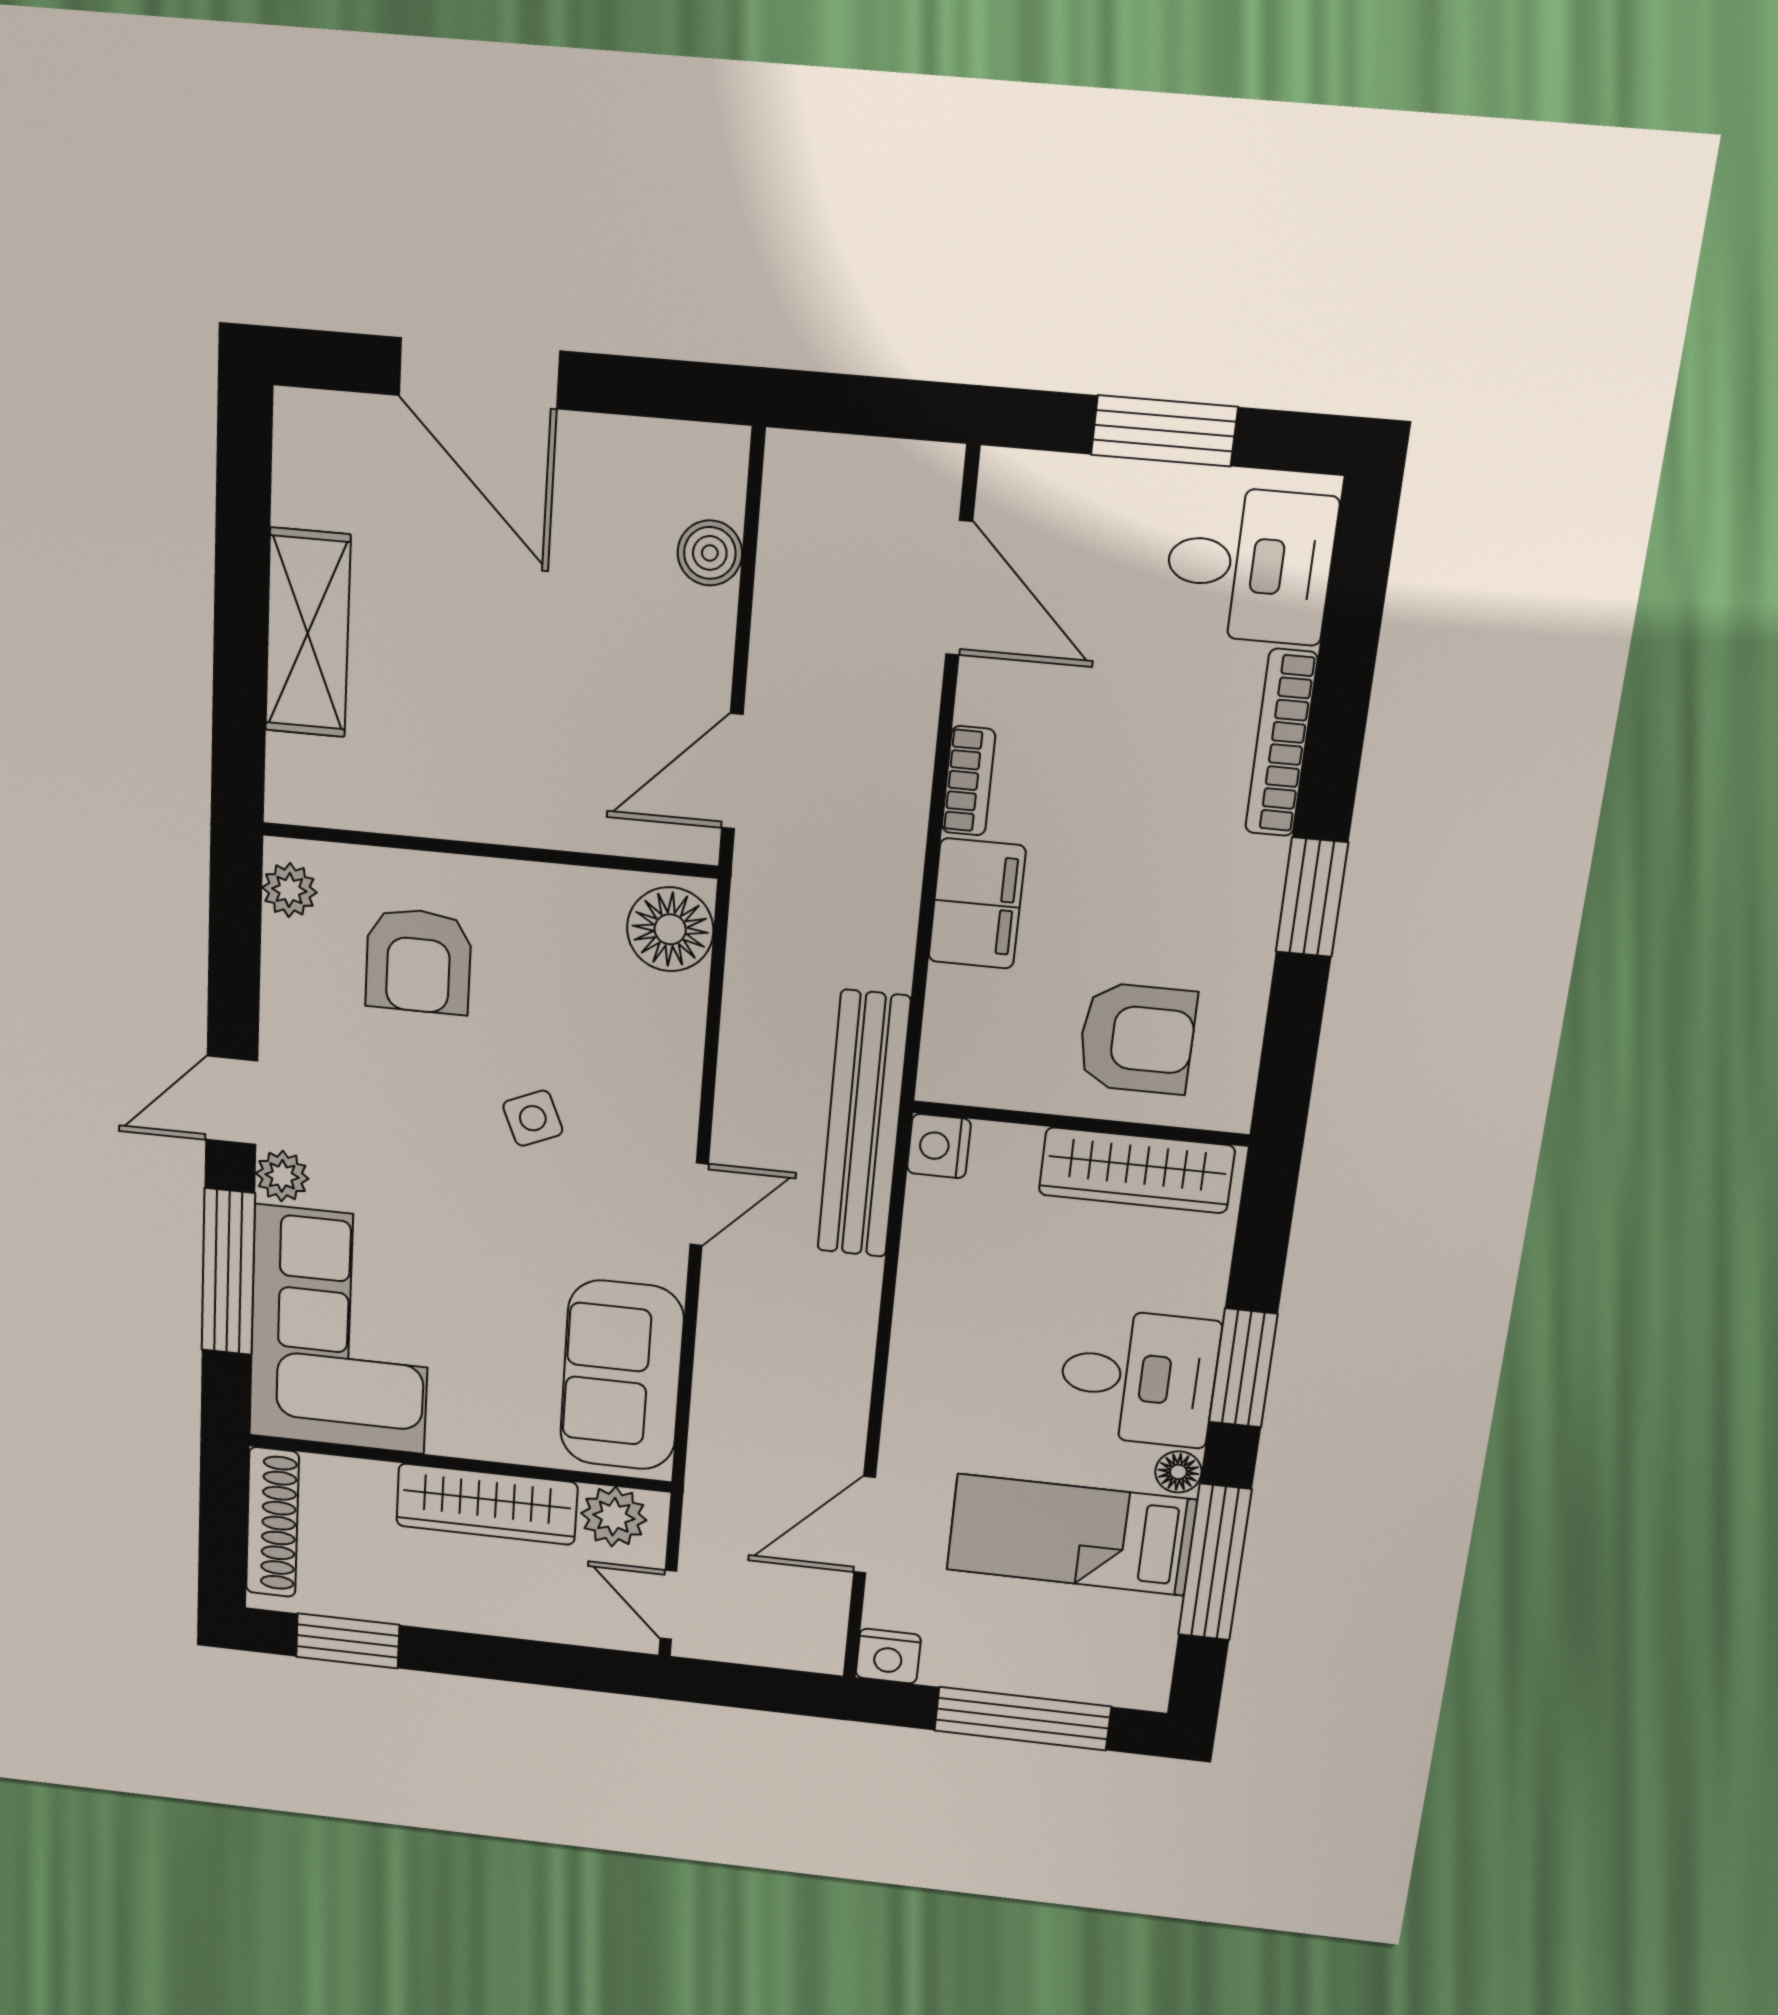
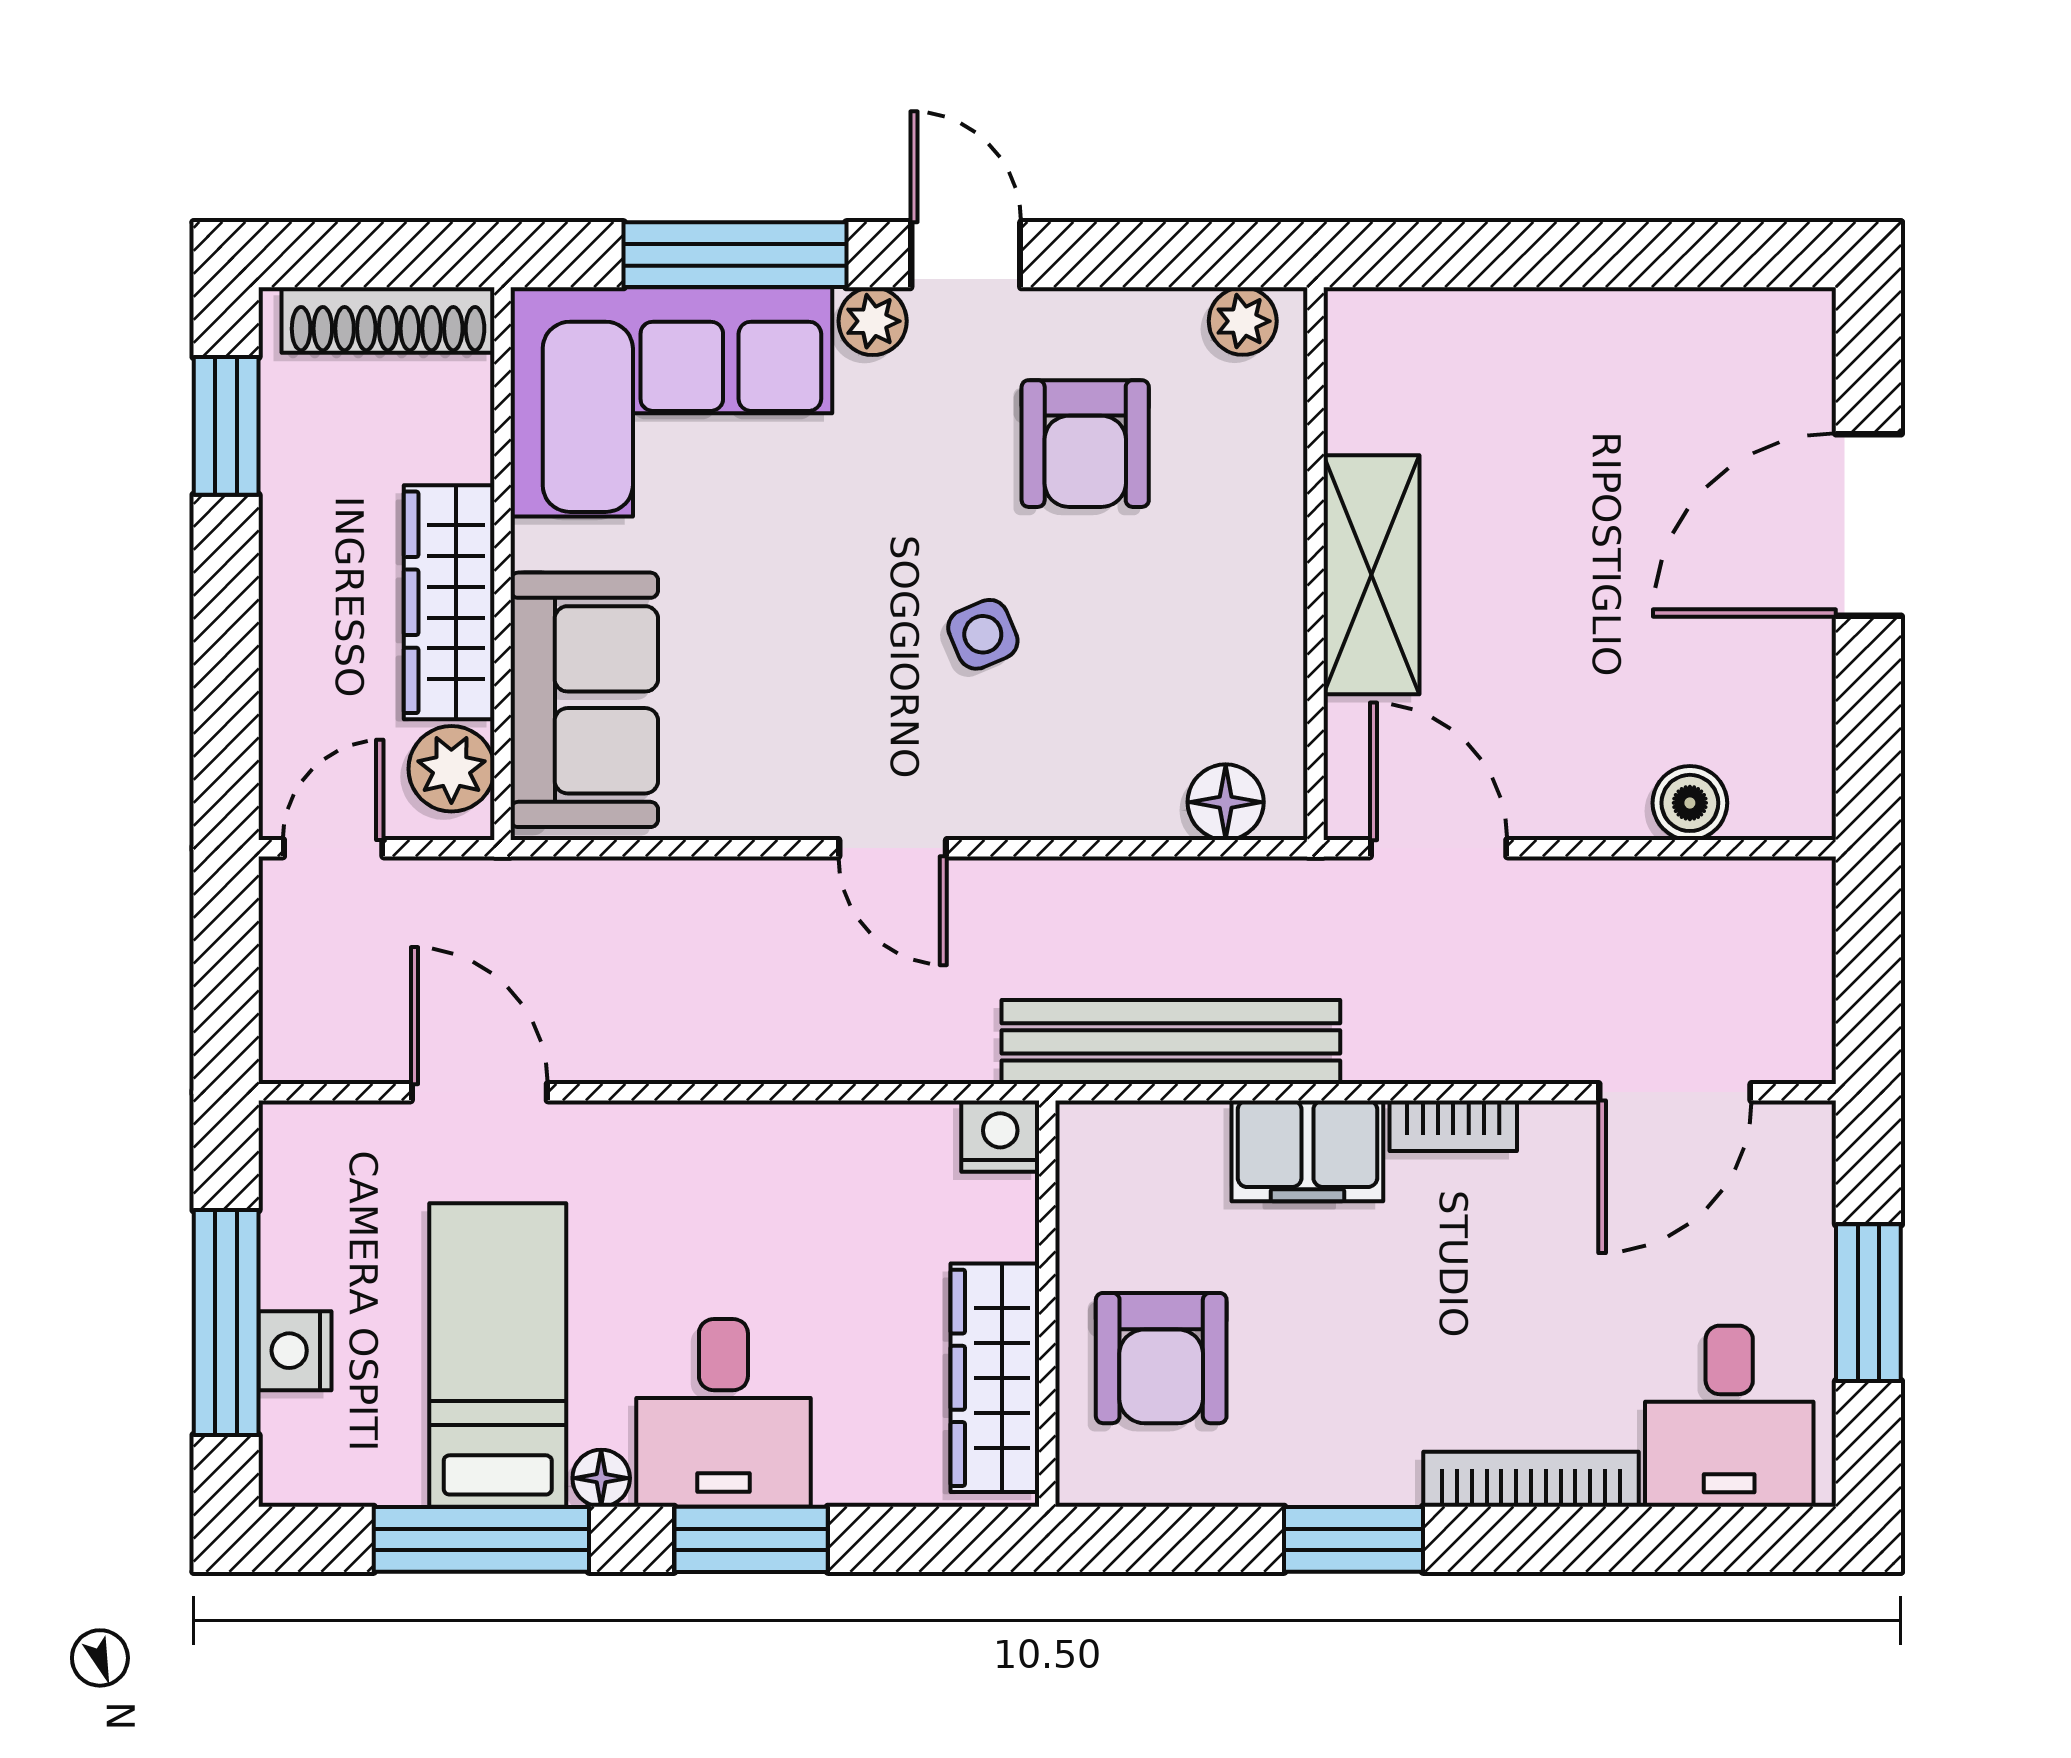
shelving: (308, 633) -> (1372, 575), moved, turned 90
floor lamp: (670, 929) -> (1226, 802), width x0.73, depth x0.73
armchair: (418, 961) -> (1085, 444), moved, turned -90
bench: (864, 1125) -> (1171, 1042), moved
sofa: (622, 1376) -> (584, 700), moved, turned 90
nightstand: (888, 1656) -> (295, 1351), moved

